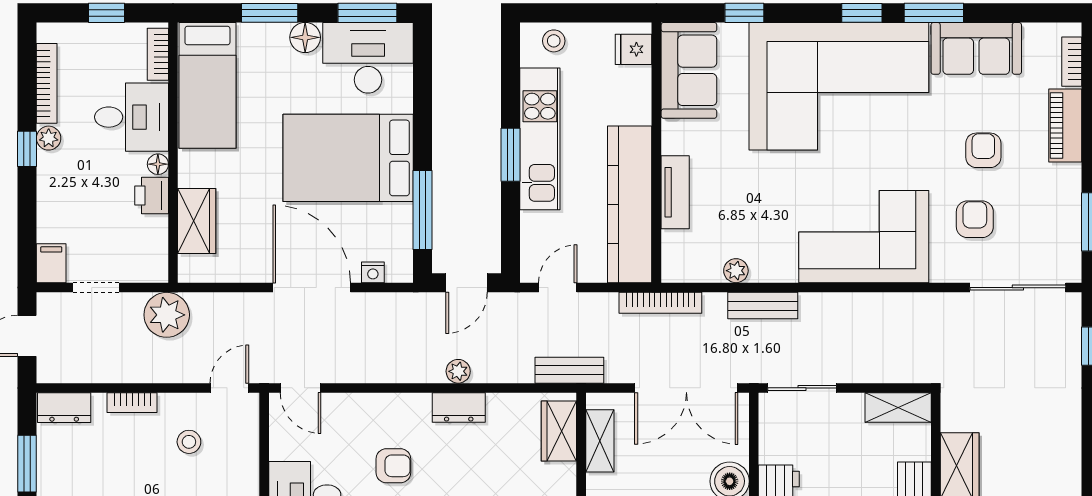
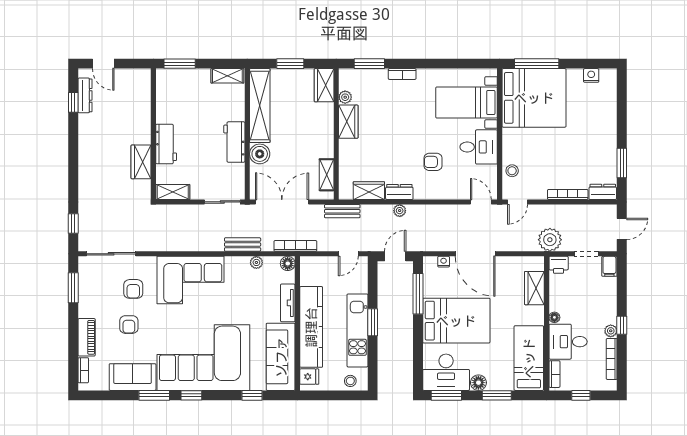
sofa: (689, 70) -> (281, 357), width x1.36
printer: (152, 196) -> (559, 265), moved, turned 90
kitchen counter: (630, 204) -> (311, 327), moved
floor lamp: (675, 269) -> (288, 263), added
bookcase: (132, 403) -> (568, 194), width x1.56
wardrobe: (559, 431) -> (369, 191), moved, turned -90
stool: (189, 442) -> (512, 171), moved

